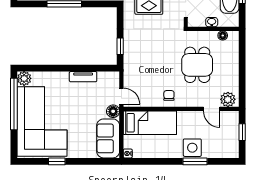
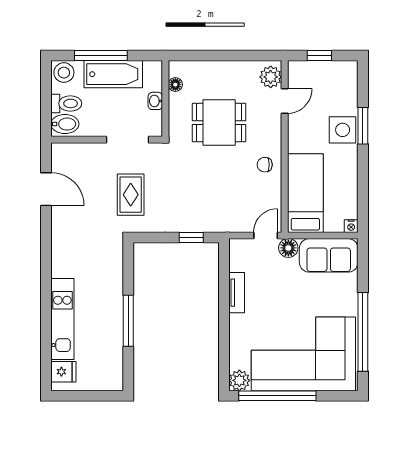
window: (57, 161) -> (363, 332), width x3.17

